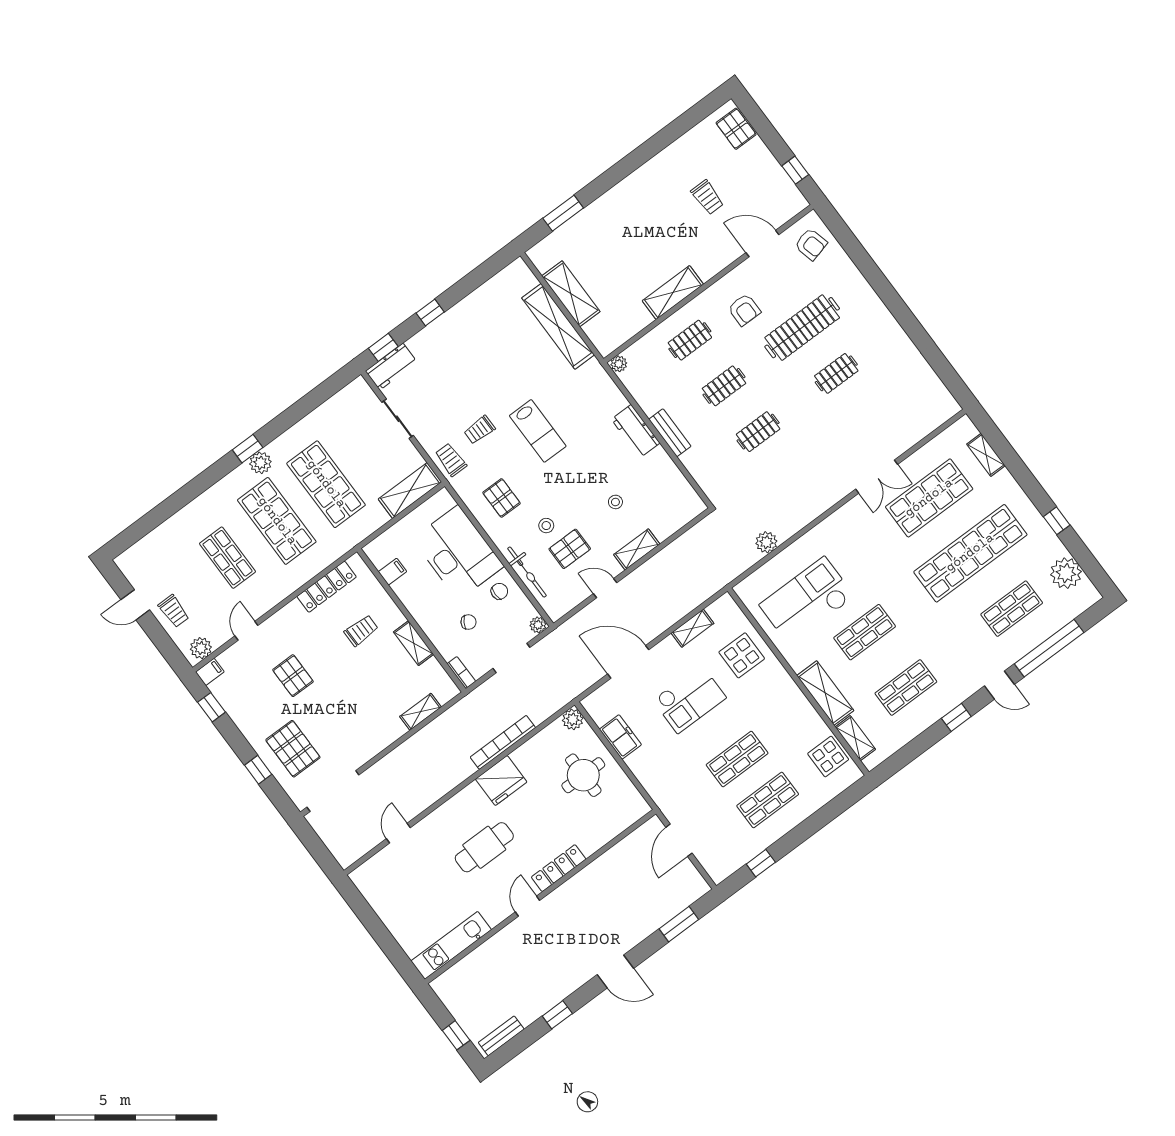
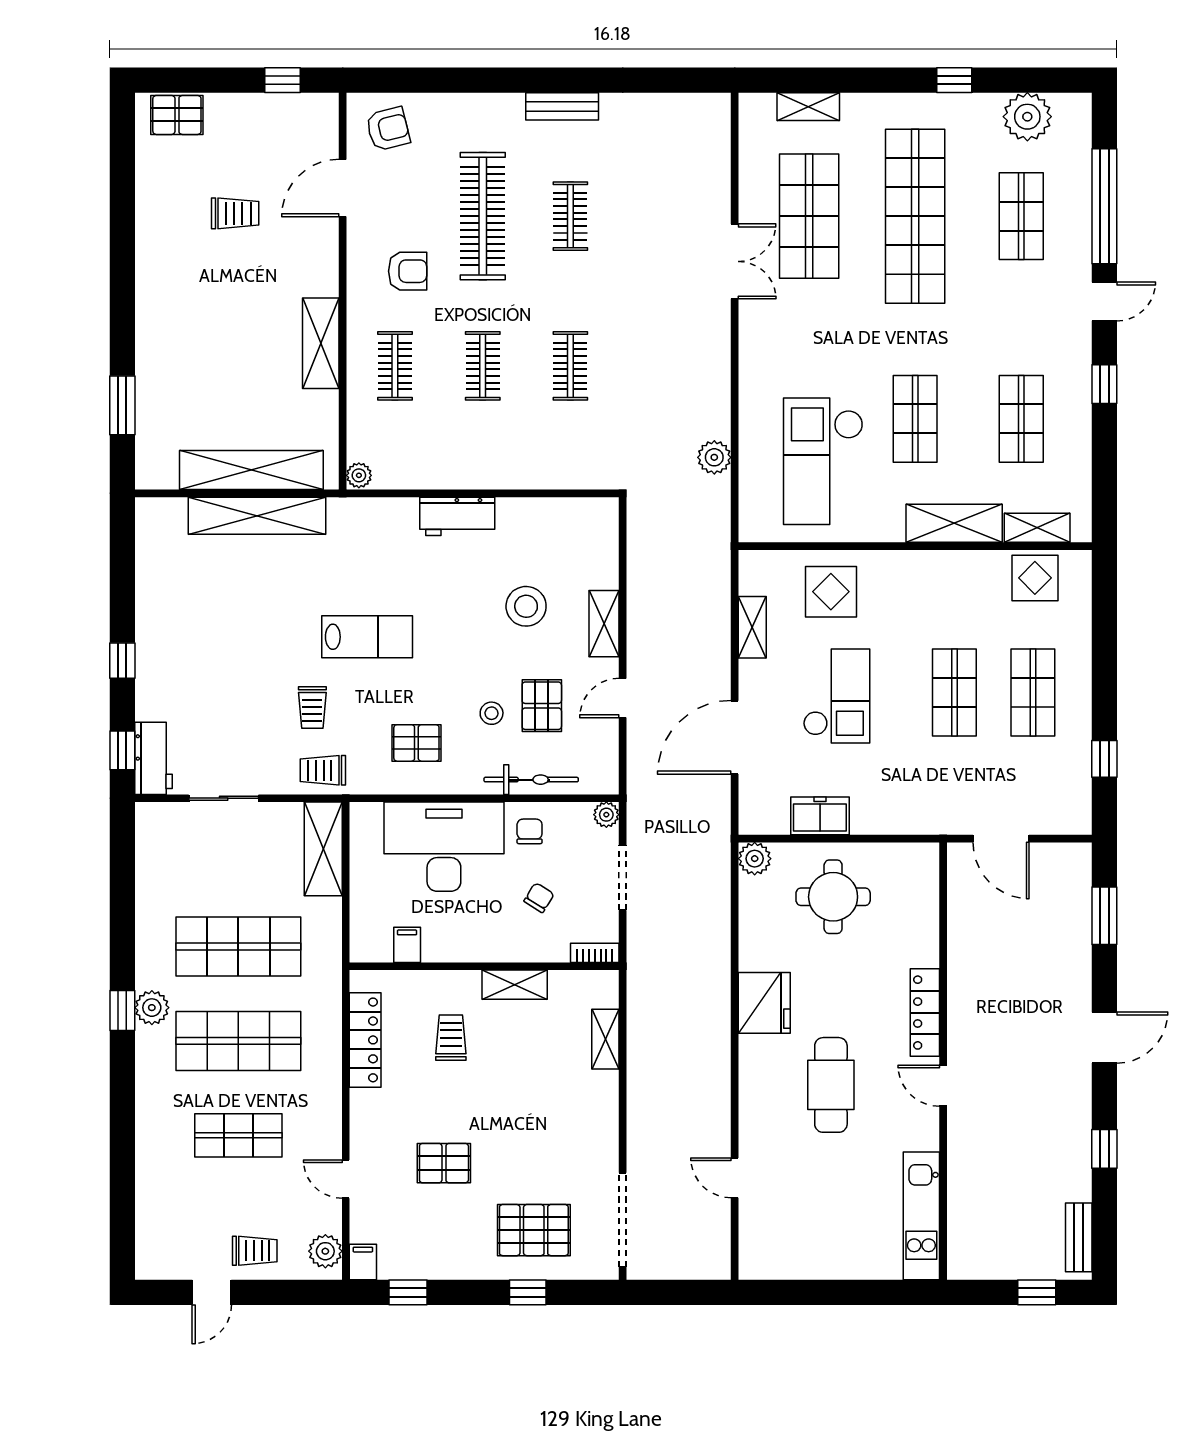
shelving: (571, 294) -> (251, 470), width x1.47
bench: (670, 433) -> (562, 106), moved
stool: (615, 502) -> (526, 606), width x1.89, depth x1.89
bookcase: (503, 742) -> (719, 966), removed

